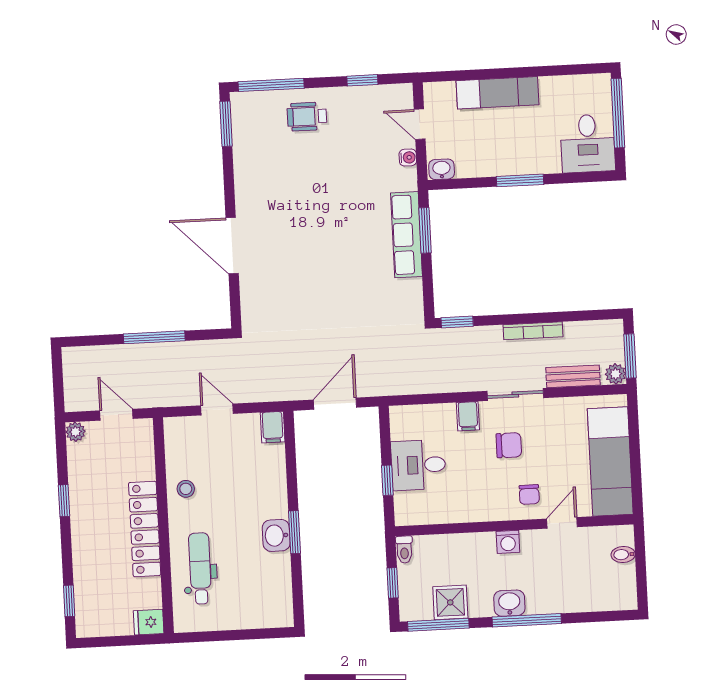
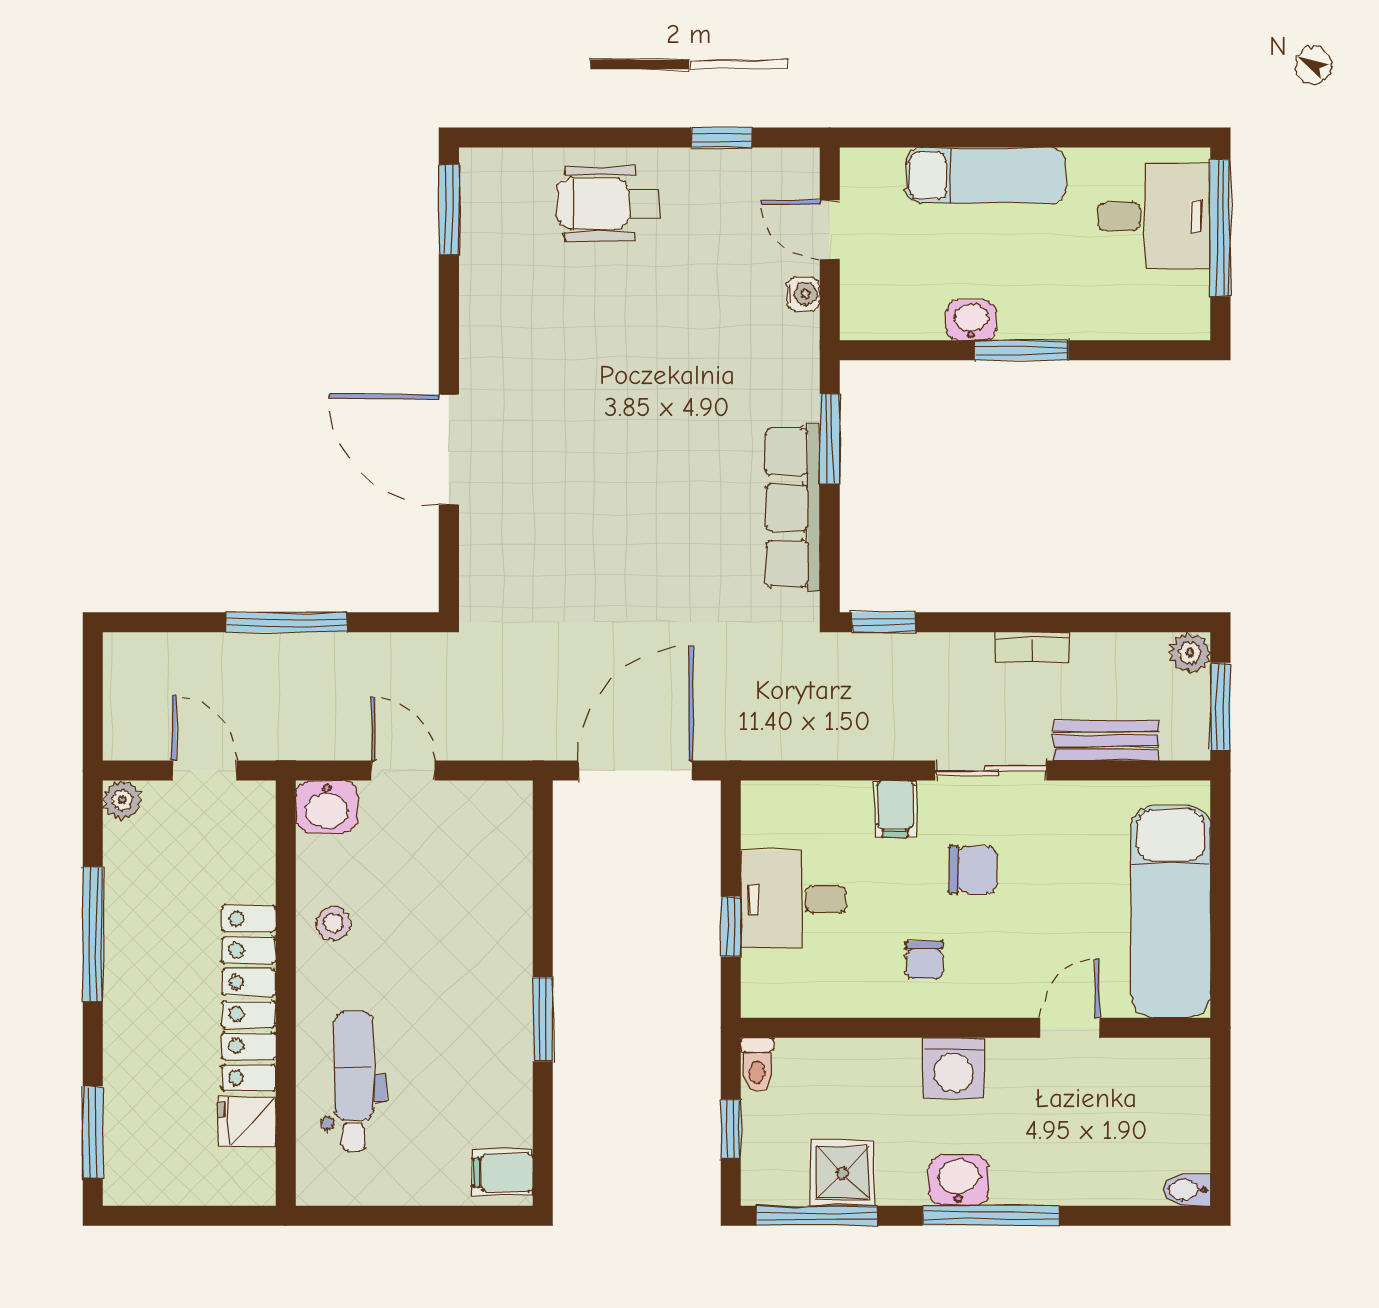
window: (271, 85) -> (542, 138), removed
wheelchair: (307, 117) -> (609, 203), width x1.36, depth x1.37
desk: (588, 143) -> (1154, 216), moved, turned -90
washbasin: (442, 169) -> (971, 320), moved
row of seats: (406, 235) -> (793, 508), moved
bookcase: (533, 331) -> (1032, 647), width x0.64
plant: (615, 374) -> (1190, 653), moved
door: (335, 404) -> (635, 771), width x1.36
filing cabinet: (273, 427) -> (503, 1173), moved, turned 90
chair: (529, 494) -> (924, 960), moved
window: (64, 501) -> (93, 934), width x2.17
washbasin: (276, 535) -> (327, 807), moved, turned -90
washing machine: (508, 542) -> (953, 1068), width x1.38, depth x1.38
bidet: (623, 555) -> (1187, 1190), moved
window: (69, 601) -> (93, 1132), width x1.50
fridge: (149, 622) -> (247, 1122), moved

